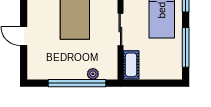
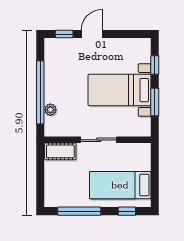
window: (24, 61) -> (64, 34), added

